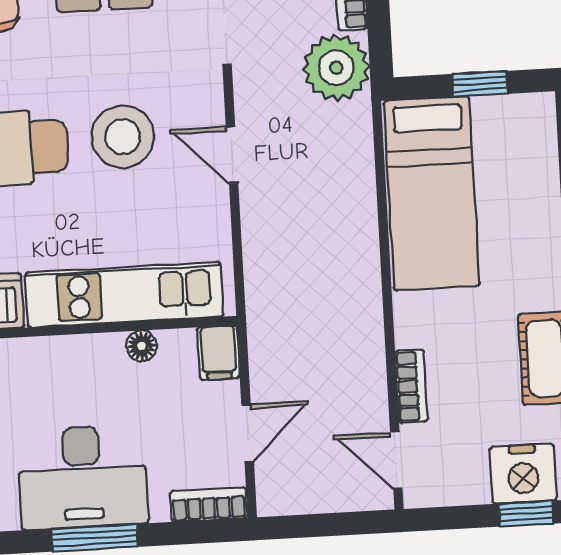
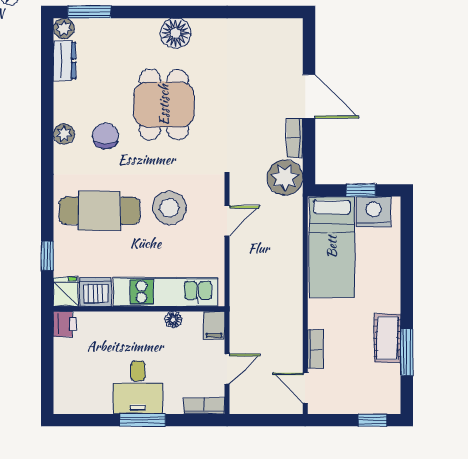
door: (232, 155) -> (227, 221), swing flipped
nightstand: (523, 474) -> (374, 212), moved, turned 180
desk: (82, 477) -> (138, 387), width x0.73

